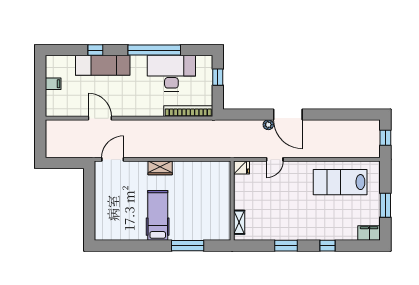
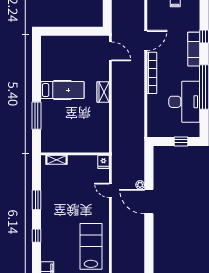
exam couch: (103, 65) -> (194, 49), width x0.73, depth x0.69
bookcase: (188, 111) -> (152, 73), moved
door: (288, 115) -> (149, 202), hinge flipped

